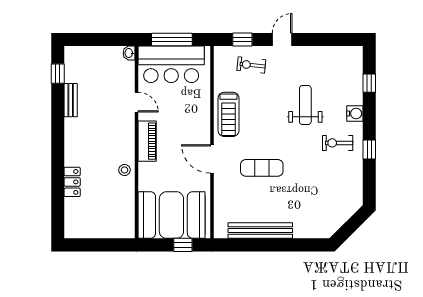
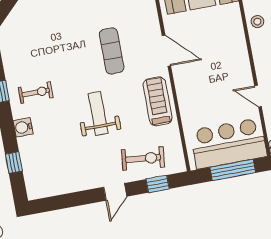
exercise bike: (251, 65) -> (143, 158), width x1.38, depth x1.39
weight bench: (305, 105) -> (98, 113), moved, turned 180
piano: (147, 141) -> (239, 57), removed
exercise mat: (262, 168) -> (112, 51), turned 90

